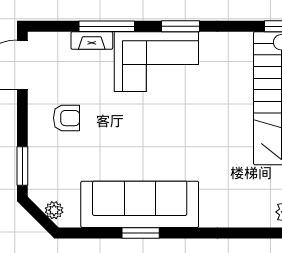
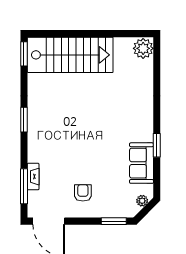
window: (107, 26) -> (24, 186), moved
corner sofa: (156, 62) -> (47, 135), removed
sofa: (140, 204) -> (142, 163), width x0.54, depth x0.79

